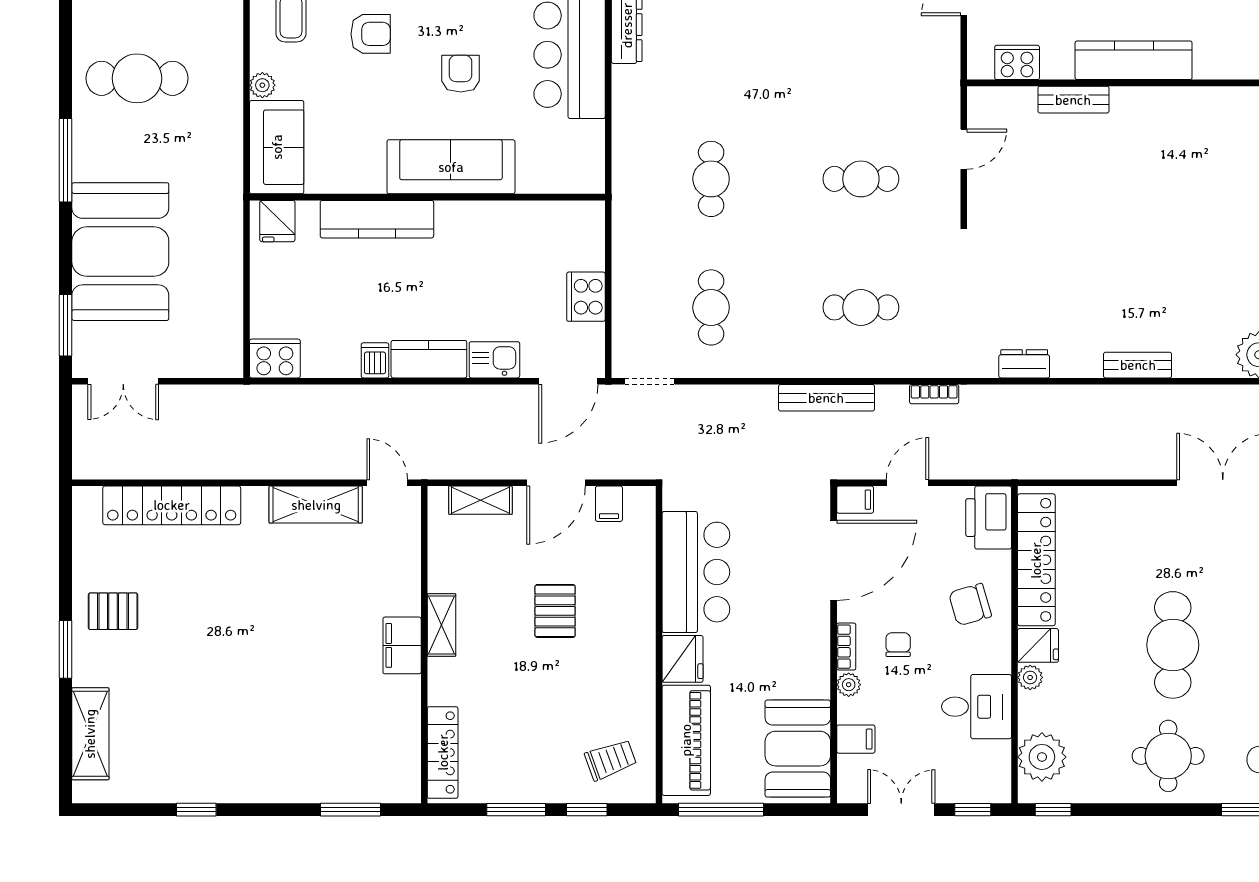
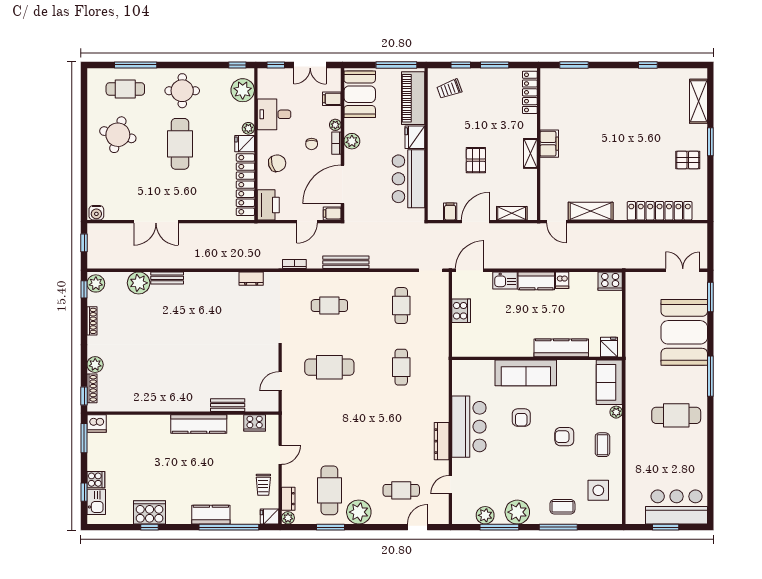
cafe table: (861, 179) -> (329, 367), width x1.37, depth x1.35
bench: (1138, 365) -> (167, 278), moved
plant: (814, 651) -> (352, 141), added

